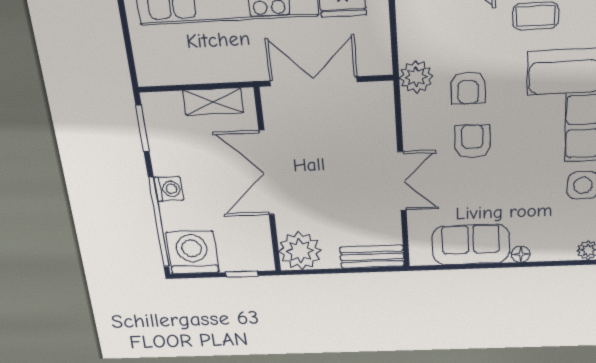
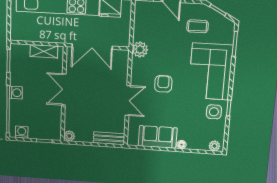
double door: (314, 81) -> (92, 47), swing flipped
armchair: (468, 88) -> (164, 57), removed
double door: (267, 173) -> (64, 89), width x0.73
plant: (300, 251) -> (69, 136), width x0.53, depth x0.53
washing machine: (192, 252) -> (22, 132), width x0.53, depth x0.53

